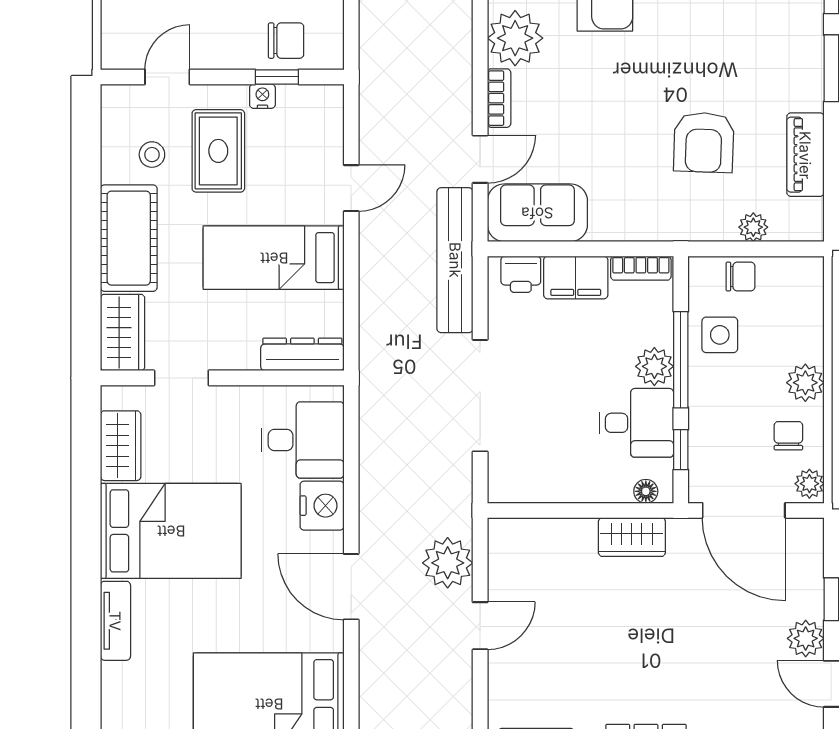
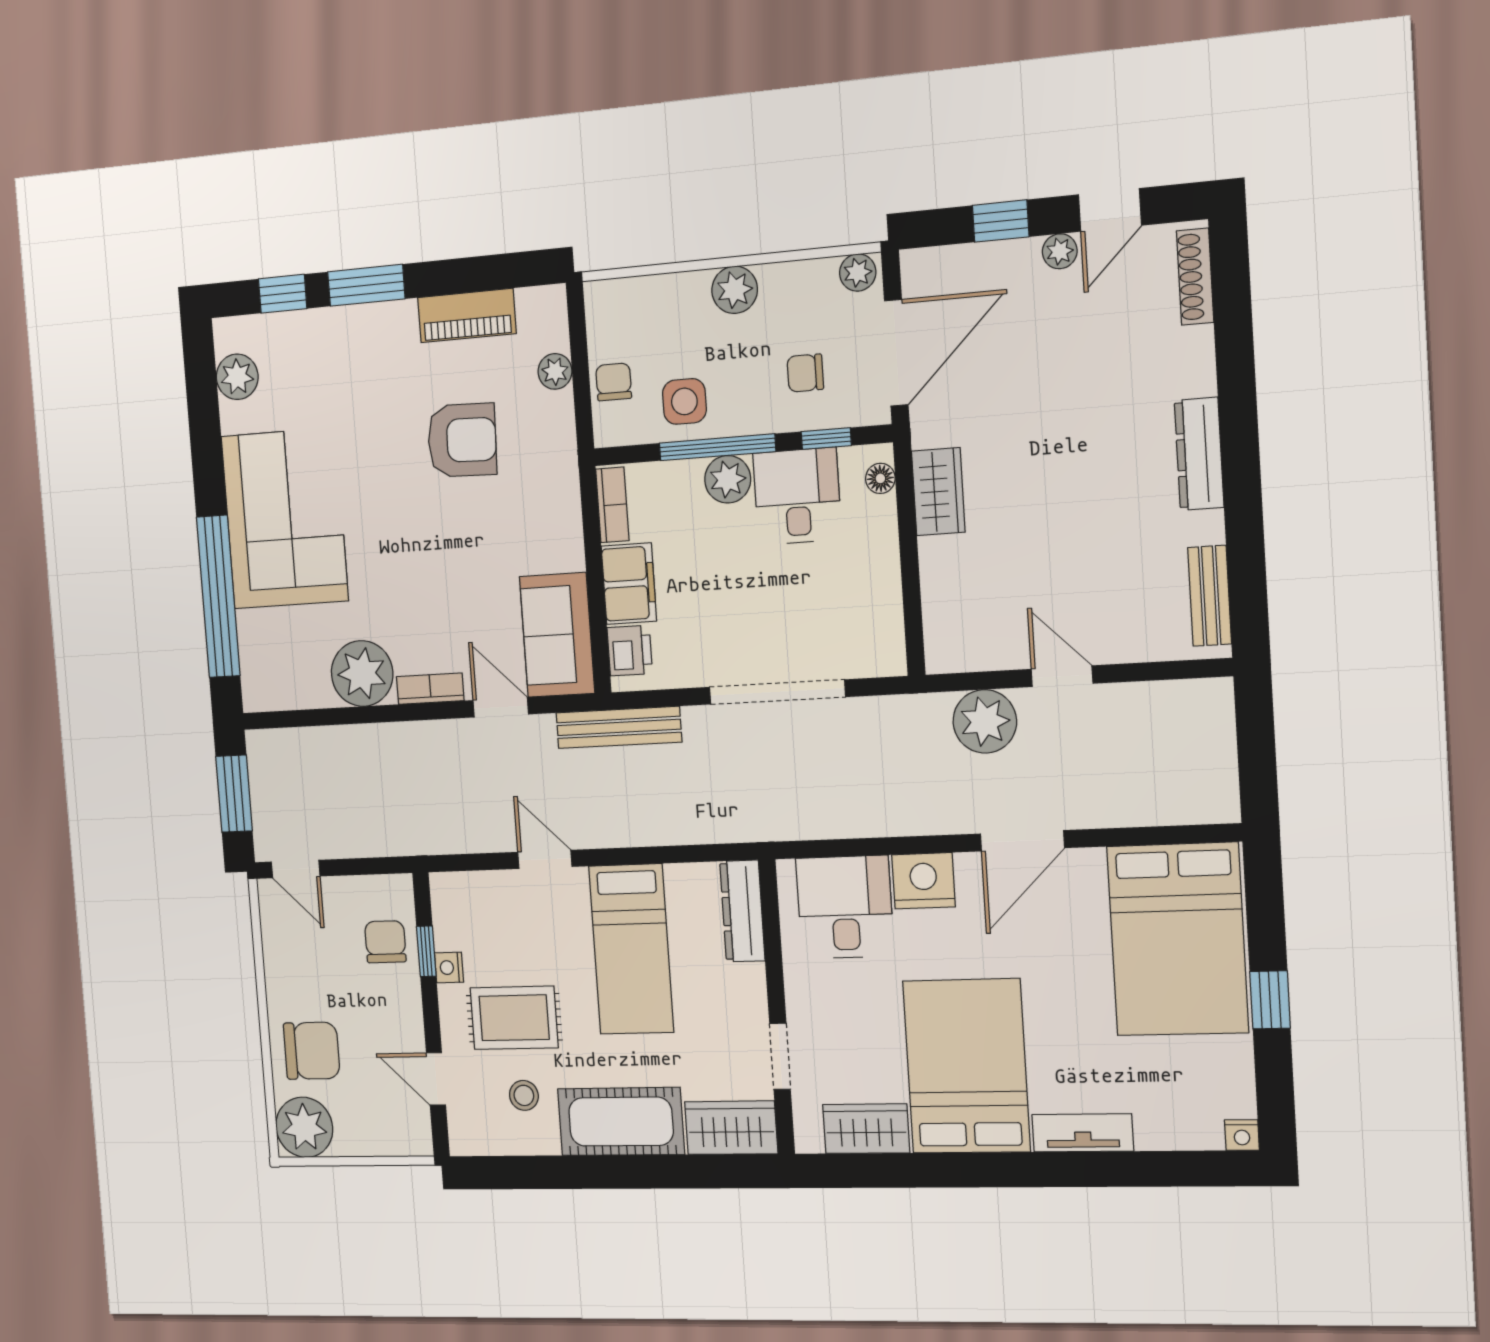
bench: (455, 260) -> (619, 727), width x0.73, depth x0.82
chair: (788, 436) -> (805, 373), moved
plant: (806, 638) -> (1060, 251), width x0.73, depth x0.73

